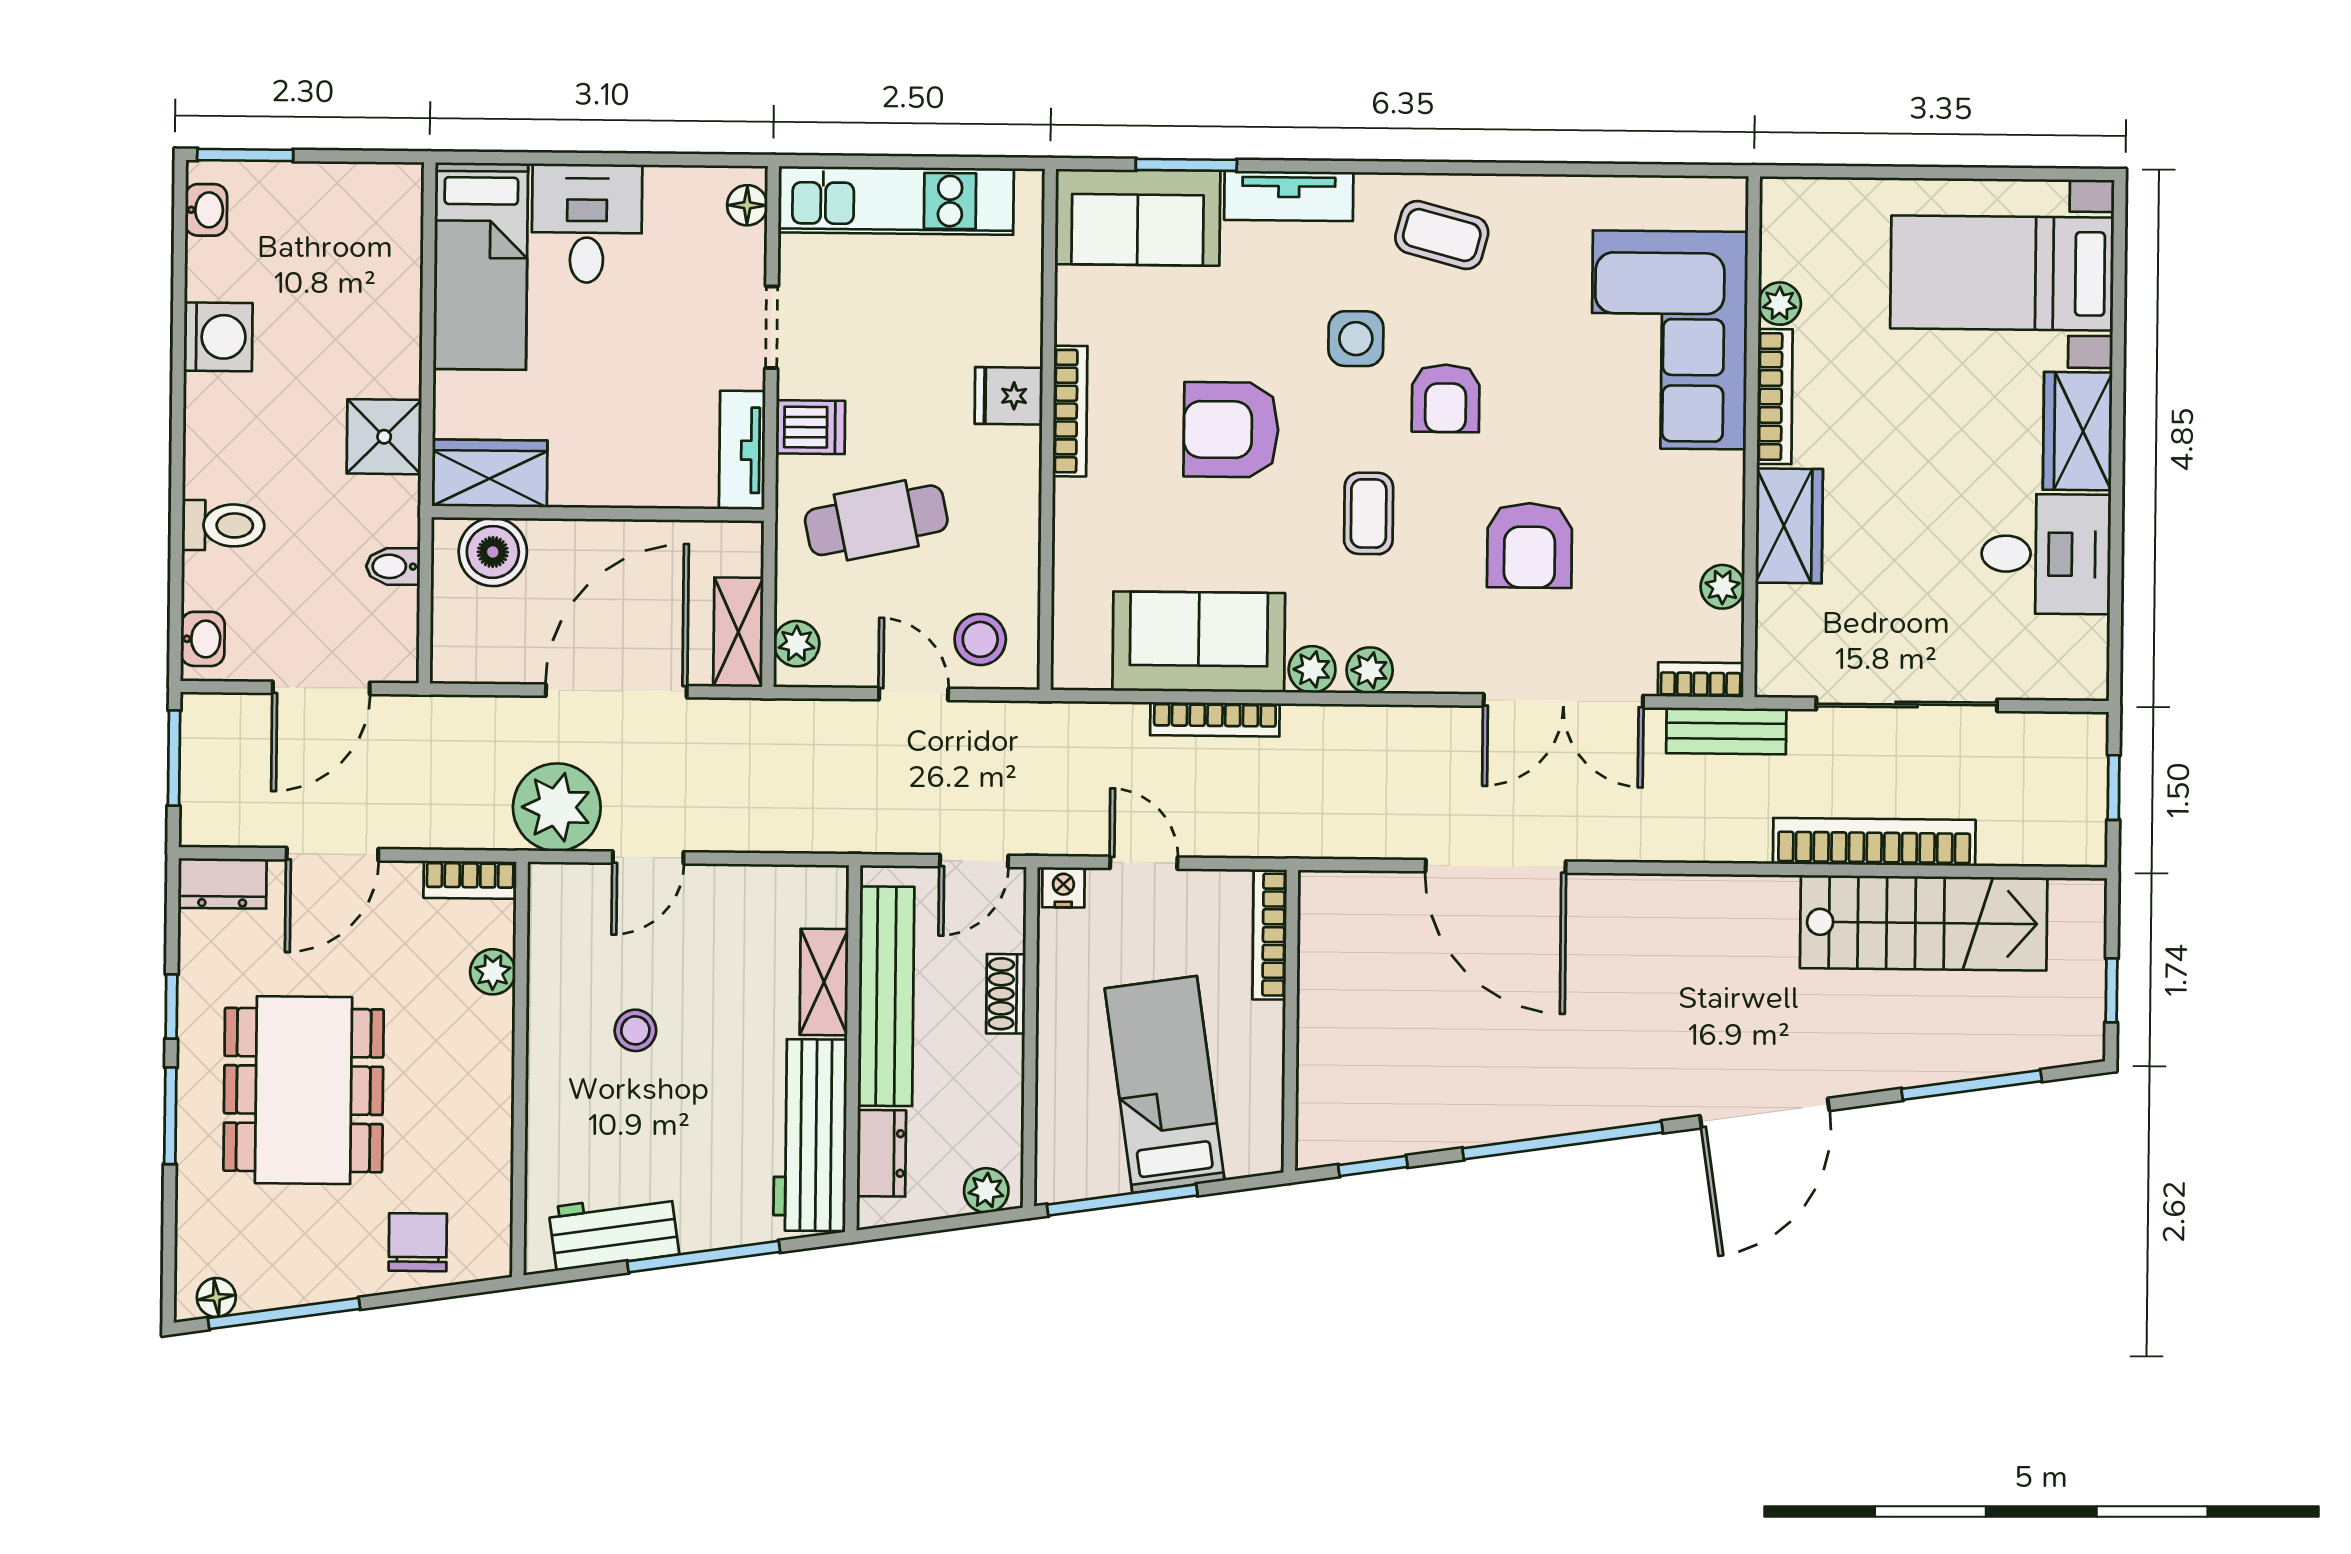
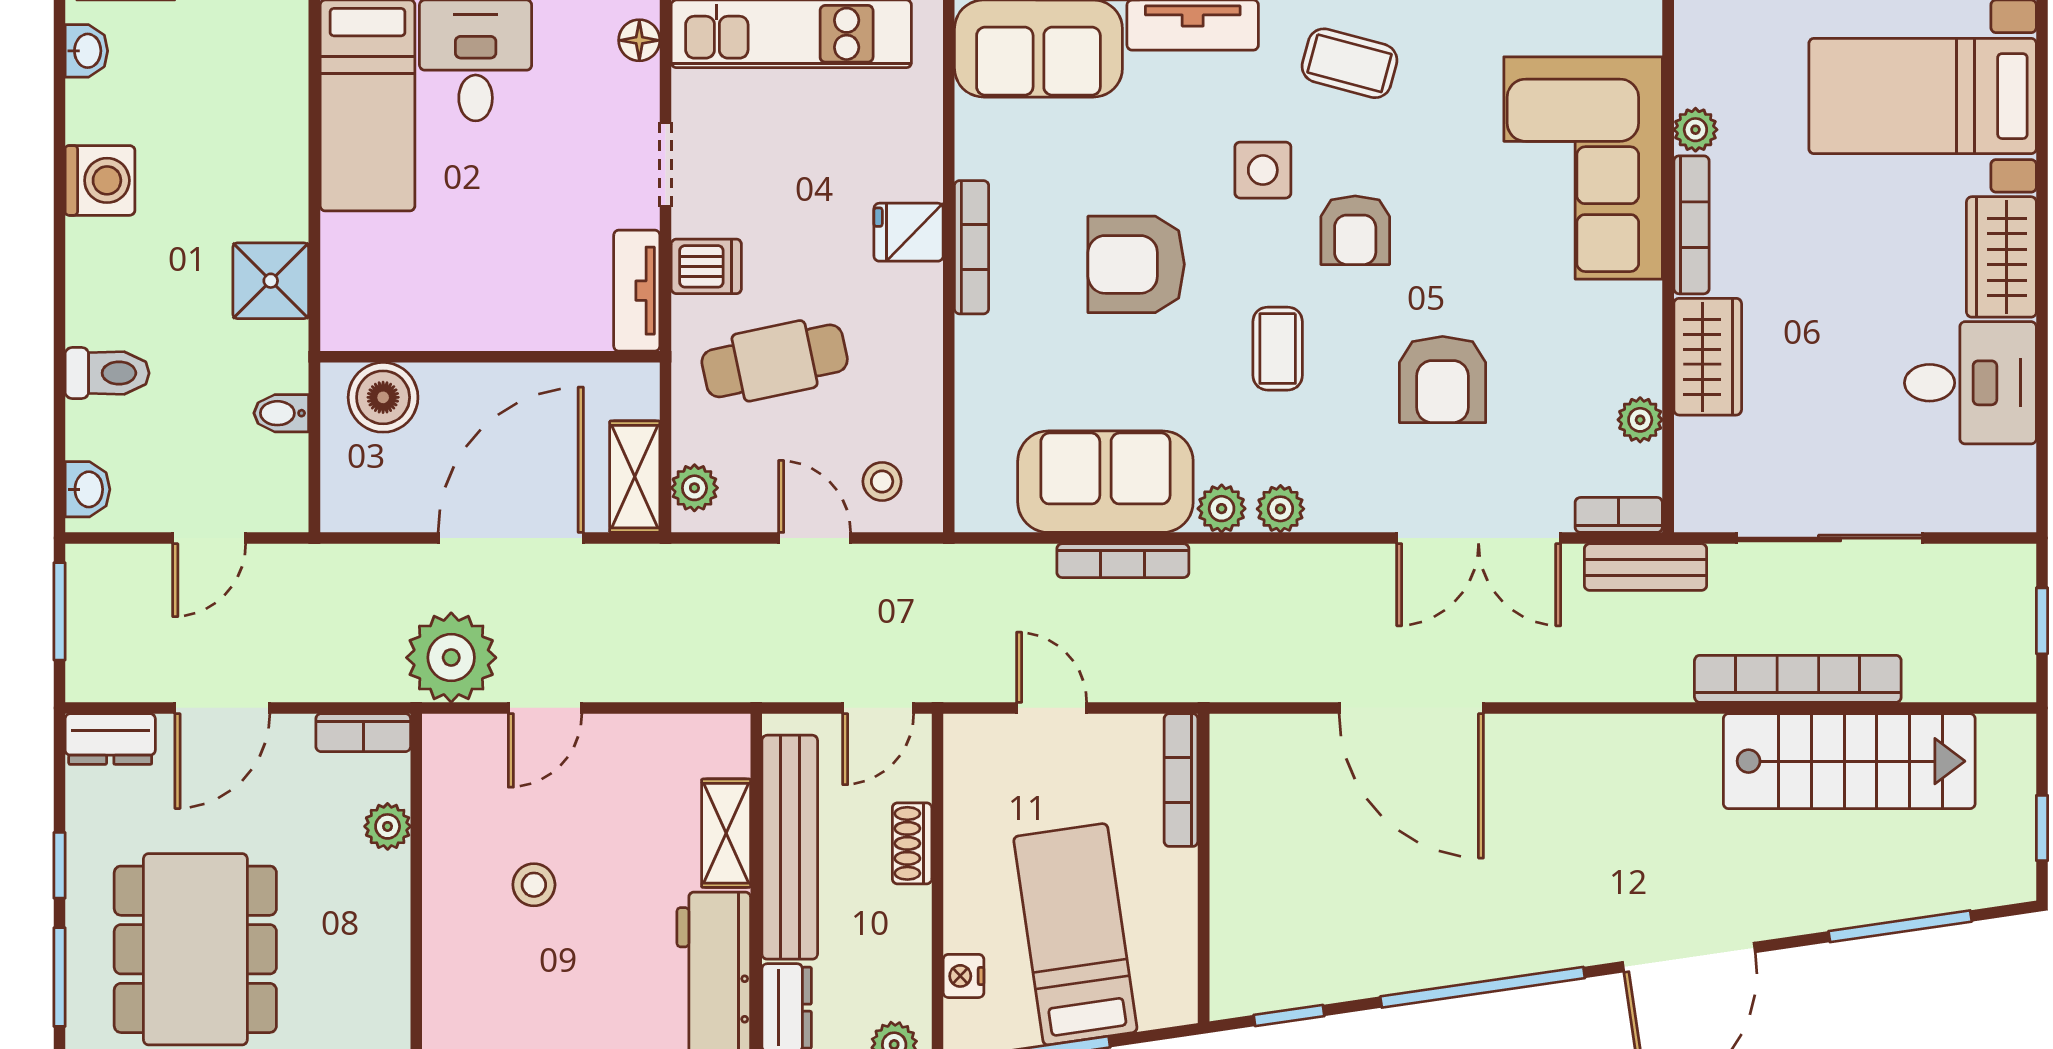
wardrobe: (490, 473) -> (379, 317), removed
stool: (980, 639) -> (882, 481), width x0.73, depth x0.73
door: (321, 688) -> (209, 538), width x0.73
nightstand: (1063, 887) -> (964, 976), moved, turned -90

